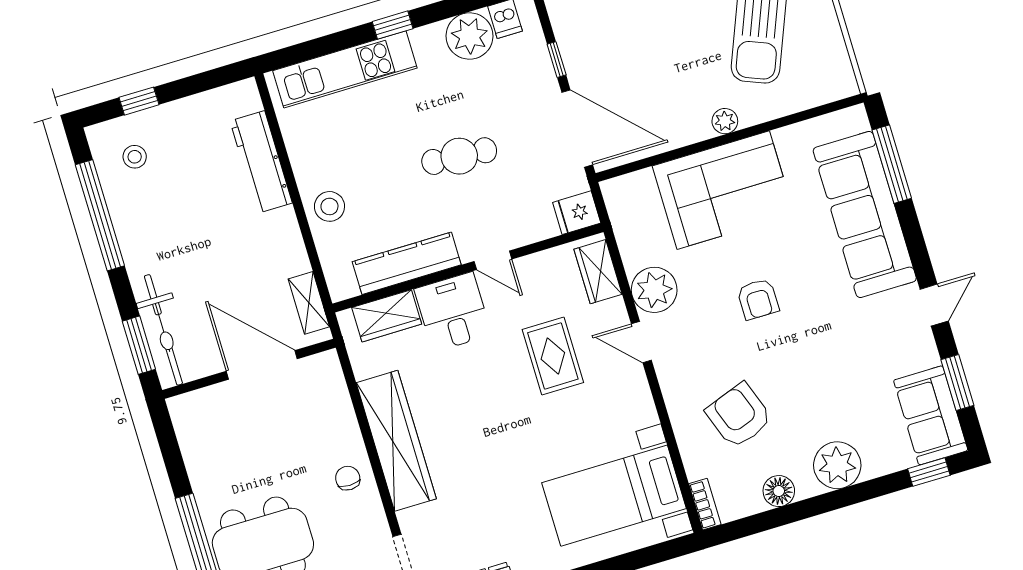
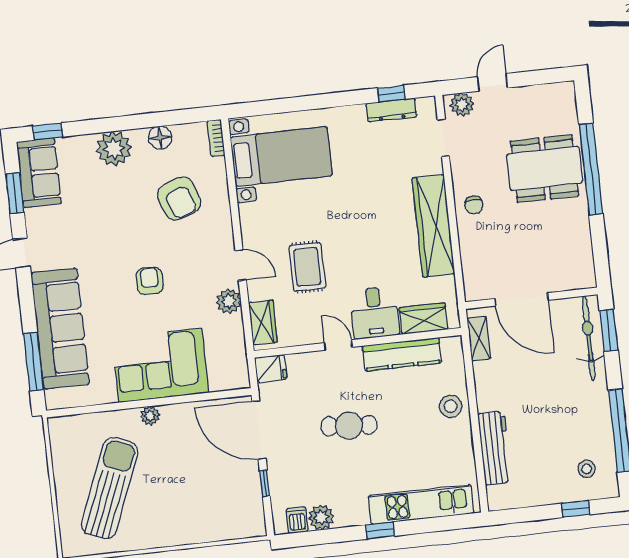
plant: (469, 36) -> (321, 517), width x0.73, depth x0.73
plant: (654, 290) -> (229, 301), width x0.73, depth x0.73

